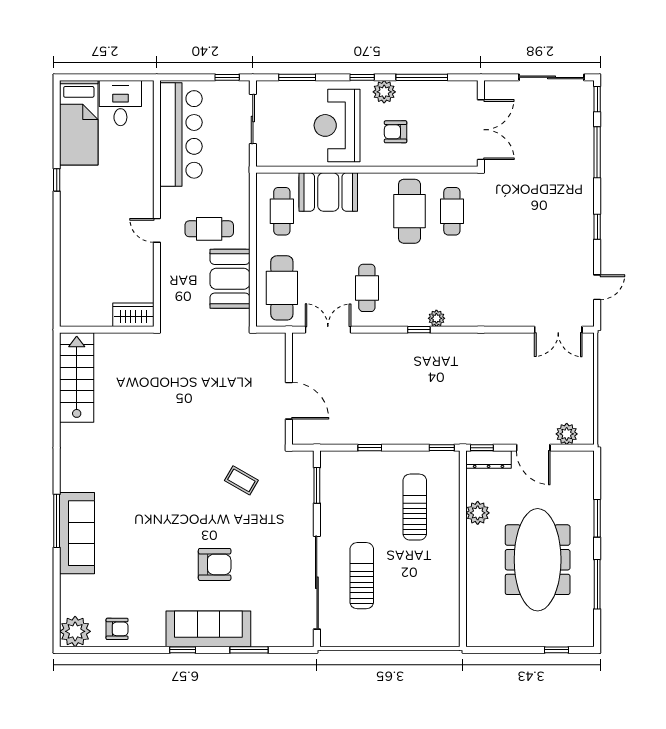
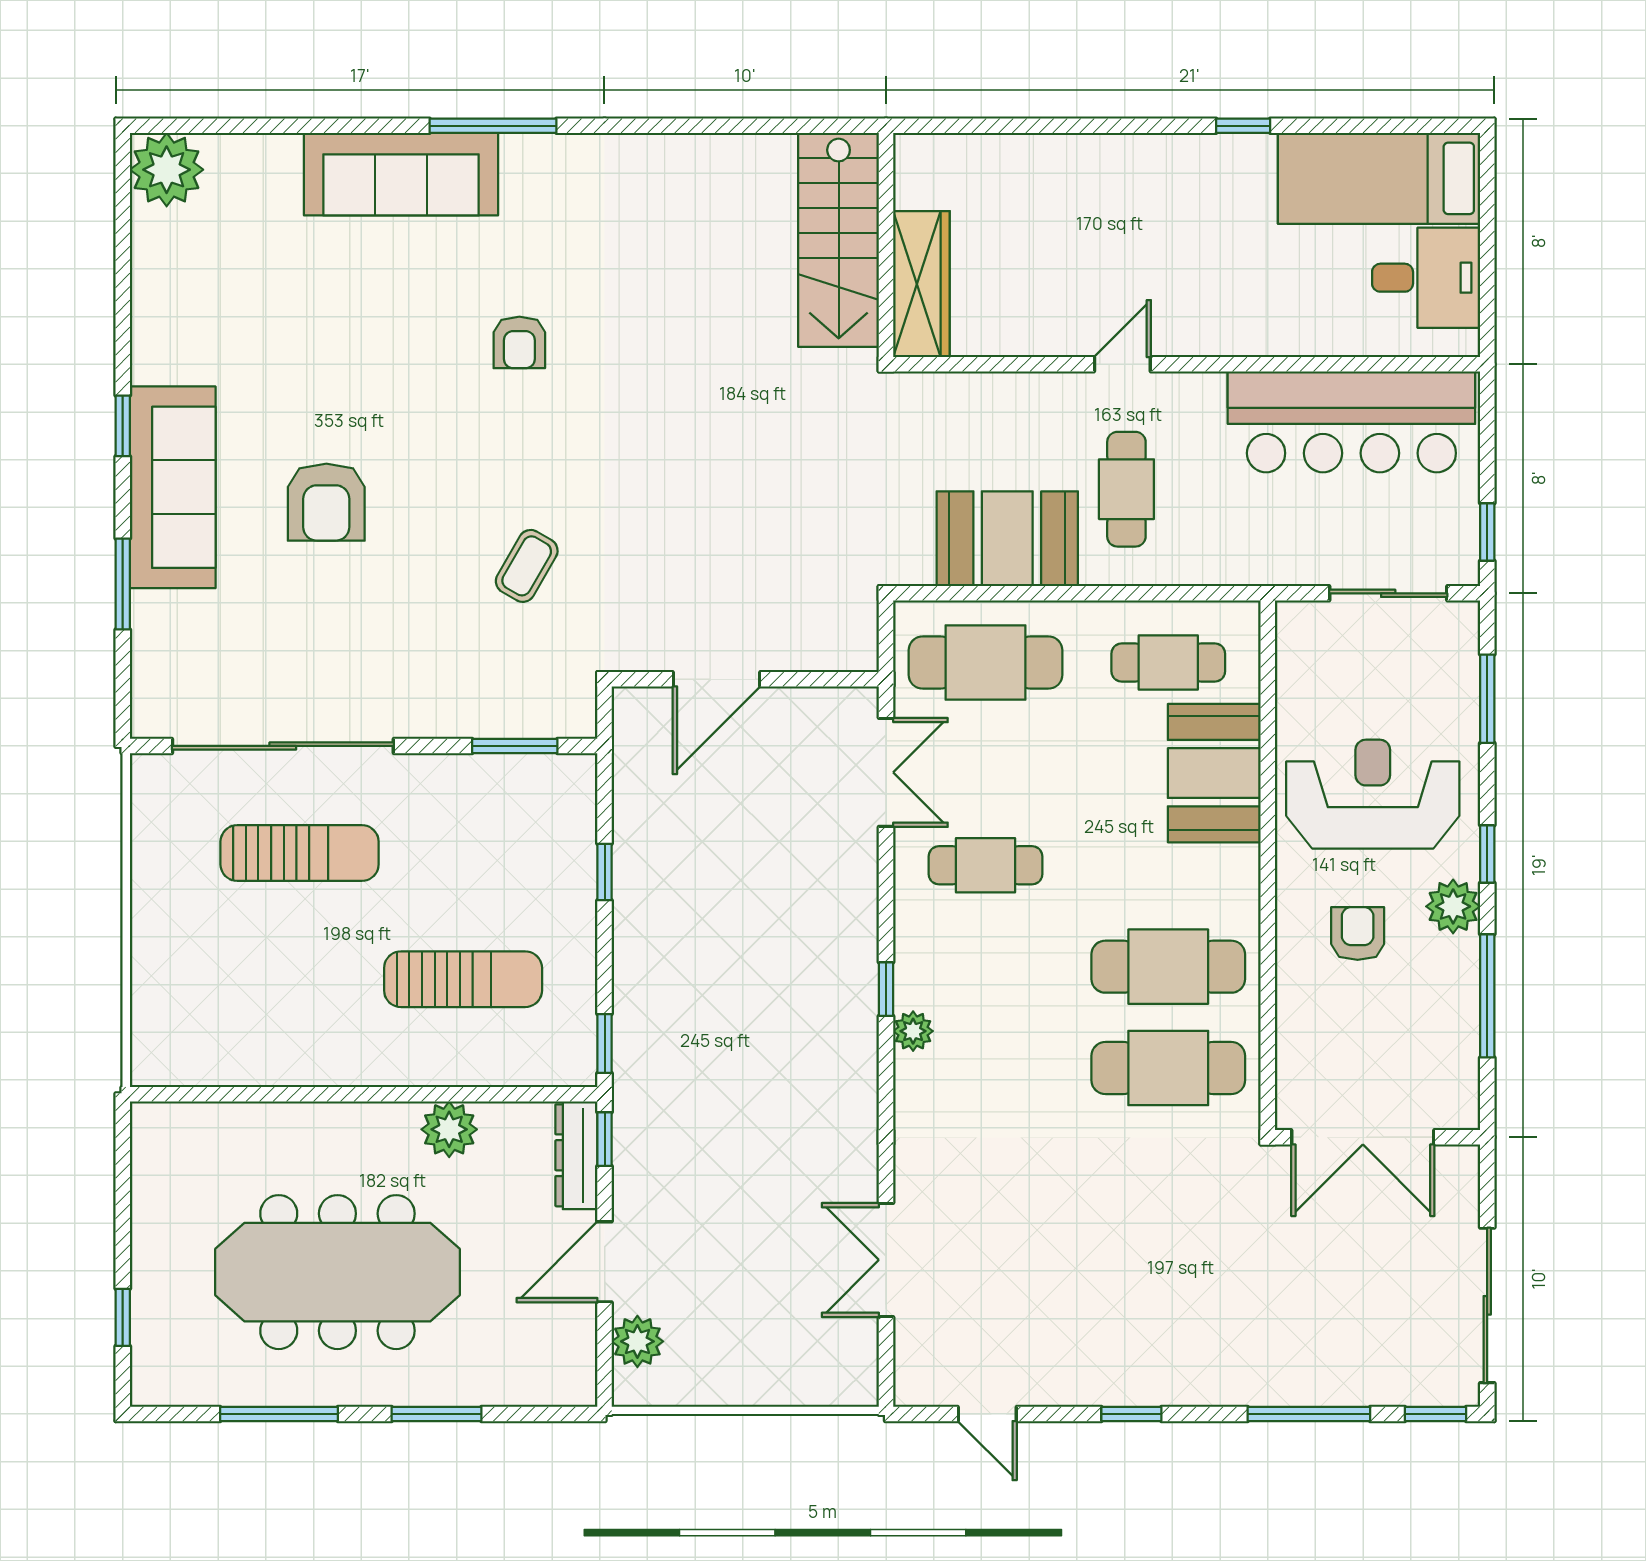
cafe table: (452, 211) -> (1168, 1068), width x1.37, depth x1.35
wardrobe: (133, 315) -> (921, 284), width x1.50
double door: (558, 330) -> (886, 1260), moved
stairs: (77, 378) -> (839, 240), moved, turned 90
window: (57, 521) -> (493, 126), moved
armchair: (117, 629) -> (519, 342), moved

